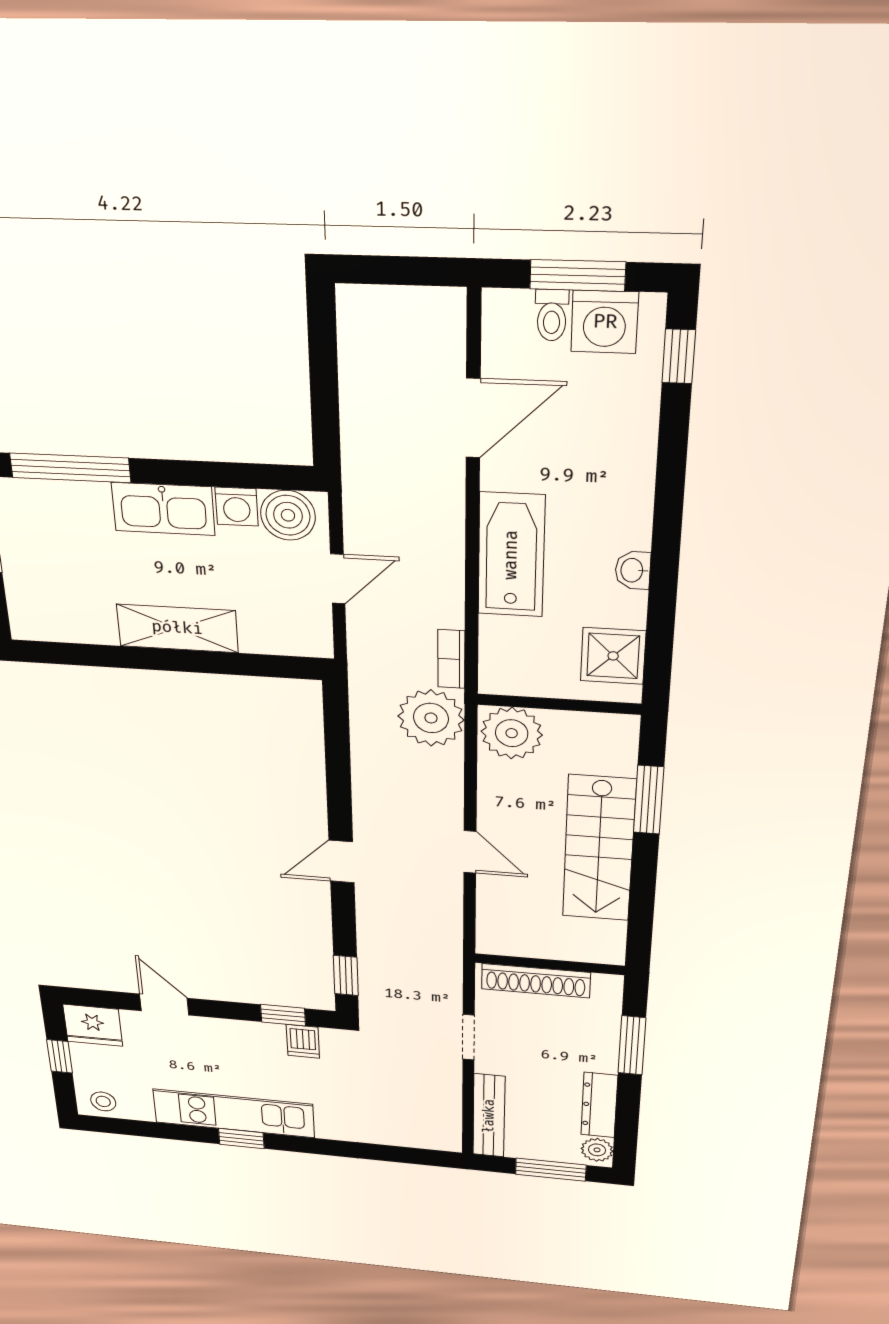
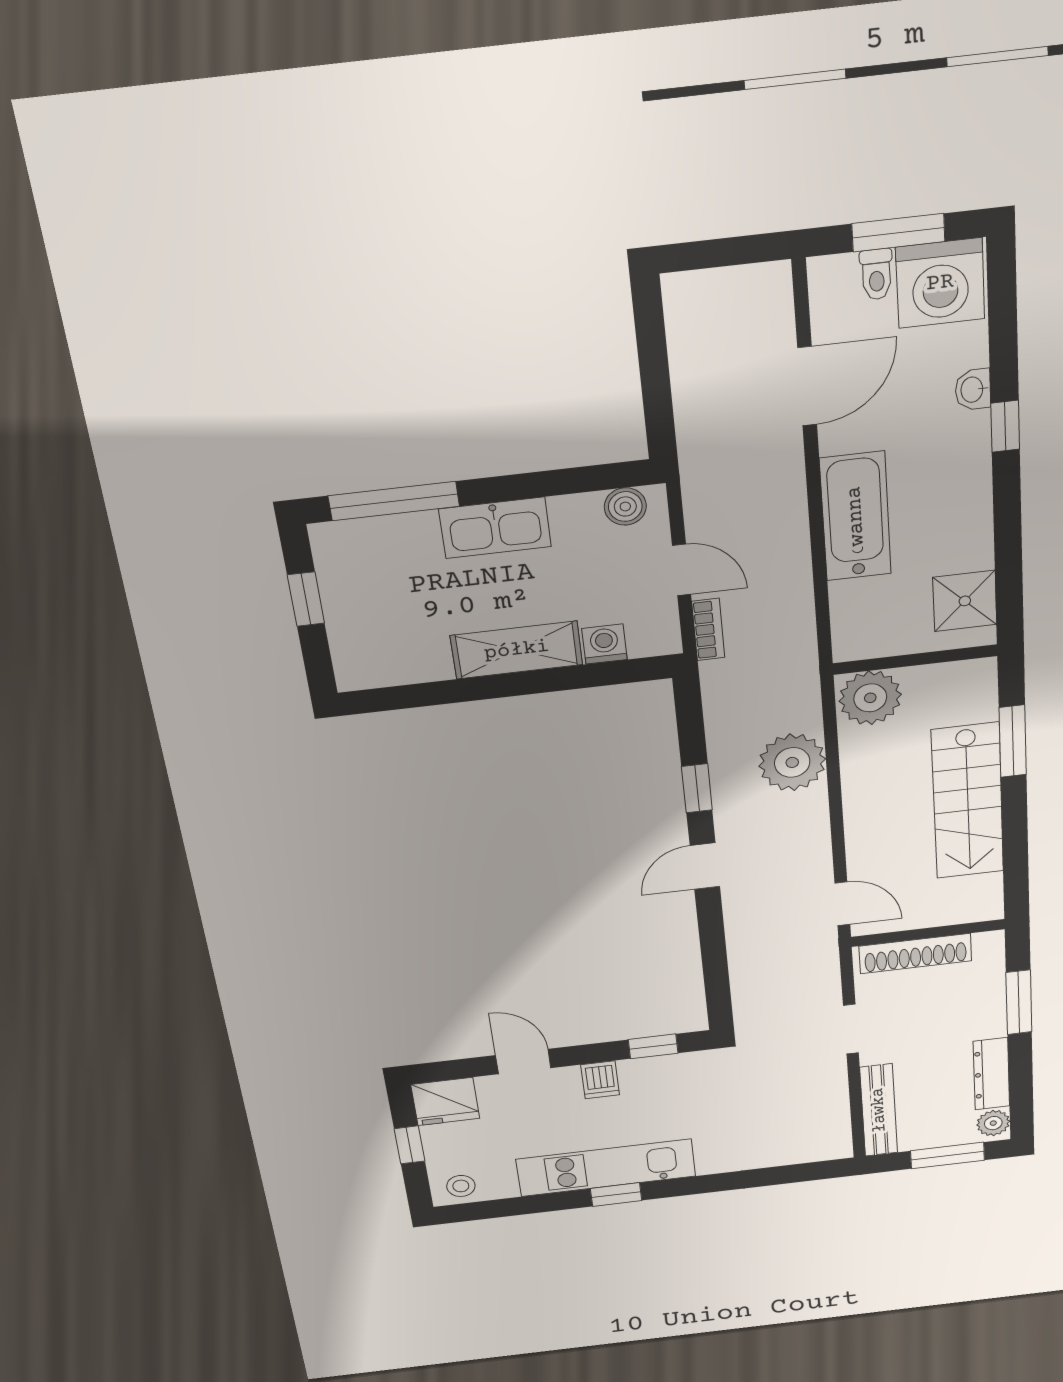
washing machine: (605, 322) -> (940, 283), width x1.37, depth x1.37
window: (679, 356) -> (1005, 426), moved
washing machine: (237, 507) -> (604, 644), moved, turned 180
boiler: (288, 515) -> (625, 507), width x0.73, depth x0.73
washbasin: (633, 570) -> (973, 390), moved
door: (338, 579) -> (682, 570), hinge flipped
bookcase: (451, 659) -> (708, 630), moved, turned 180
plant: (431, 718) -> (792, 762), moved
door: (470, 852) -> (842, 904), moved
window: (346, 976) -> (697, 788), moved
dishwasher: (303, 1041) -> (600, 1080), moved

